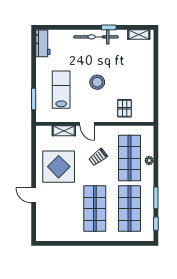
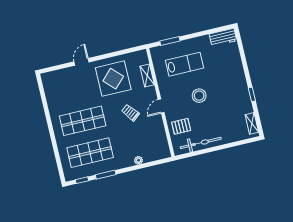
bicycle: (96, 37) -> (201, 143), moved, turned 90
door: (87, 124) -> (161, 106), moved
shop shelf: (129, 158) -> (136, 142), removed

